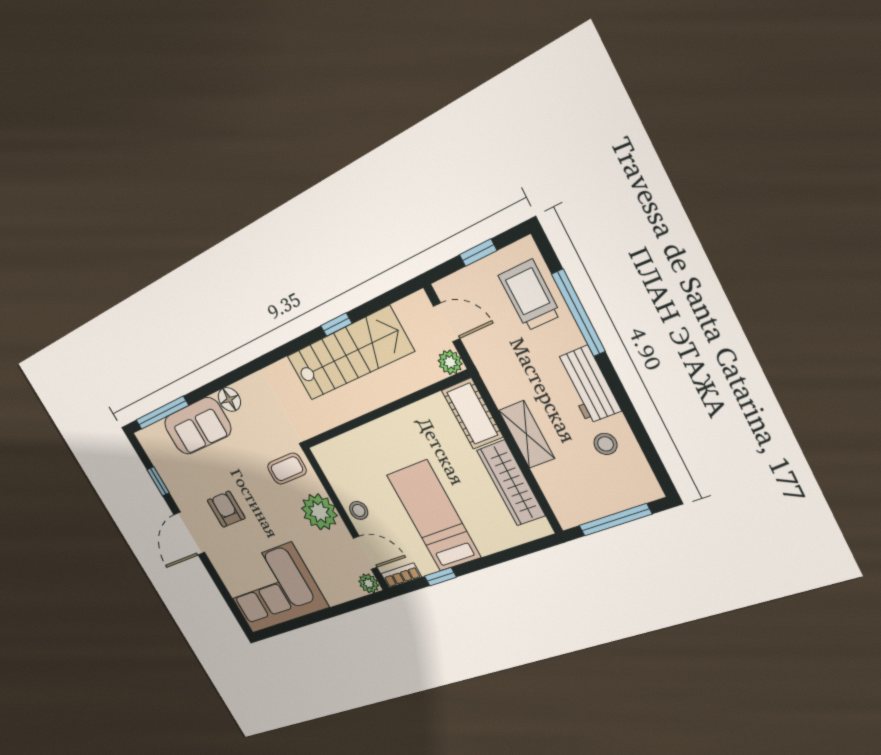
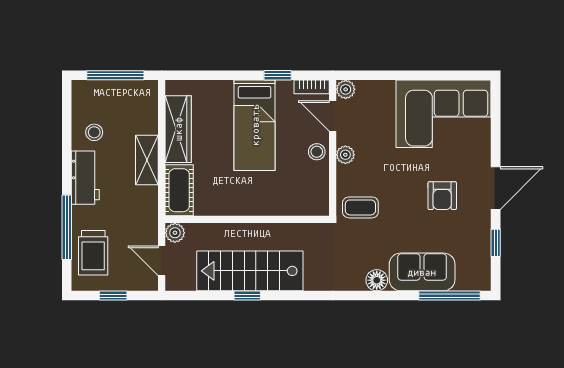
plant: (319, 512) -> (345, 155), width x0.53, depth x0.53

